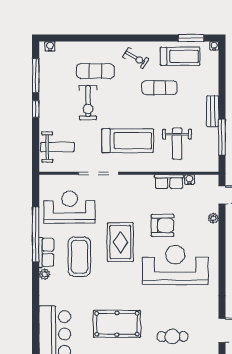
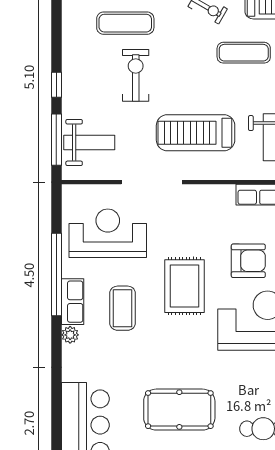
exercise mat: (95, 71) -> (125, 23), moved
window: (36, 76) -> (56, 140), moved
exercise bike: (88, 103) -> (136, 75), turned 180
treadmill: (128, 141) -> (196, 133), turned 180
coffee table: (79, 257) -> (123, 308), width x0.73, depth x0.76

